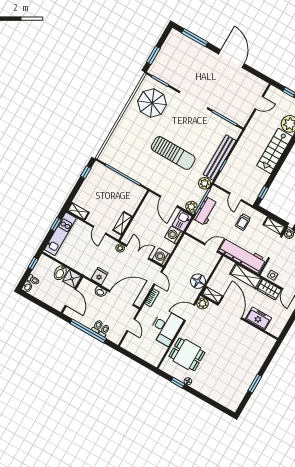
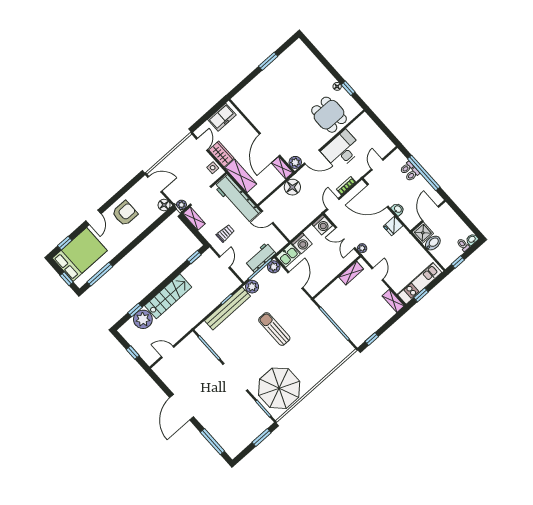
parasol: (152, 103) -> (279, 388), width x1.36, depth x1.36
sun lounger: (173, 153) -> (274, 329), width x0.73, depth x0.75
freezer: (258, 318) -> (222, 117), moved, turned -90

